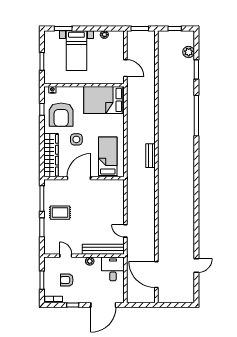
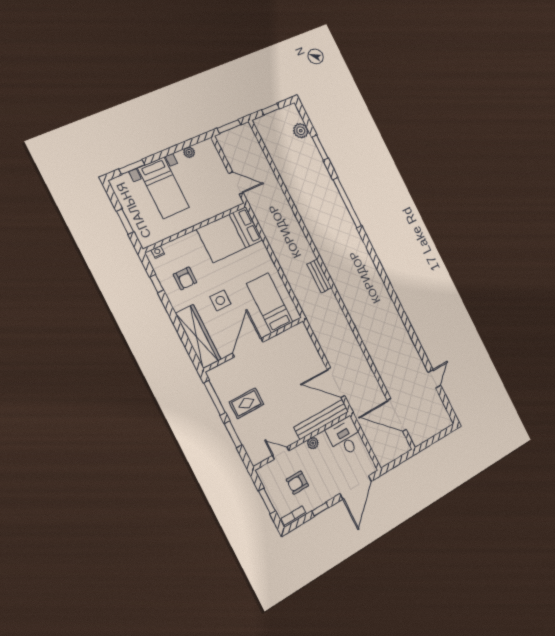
armchair: (61, 115) -> (185, 278), width x0.53, depth x0.53
door: (125, 231) -> (336, 383), width x1.87

